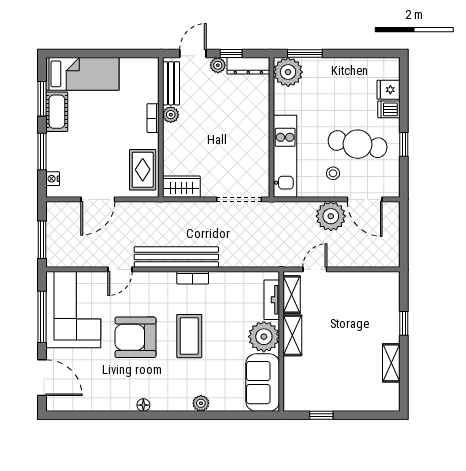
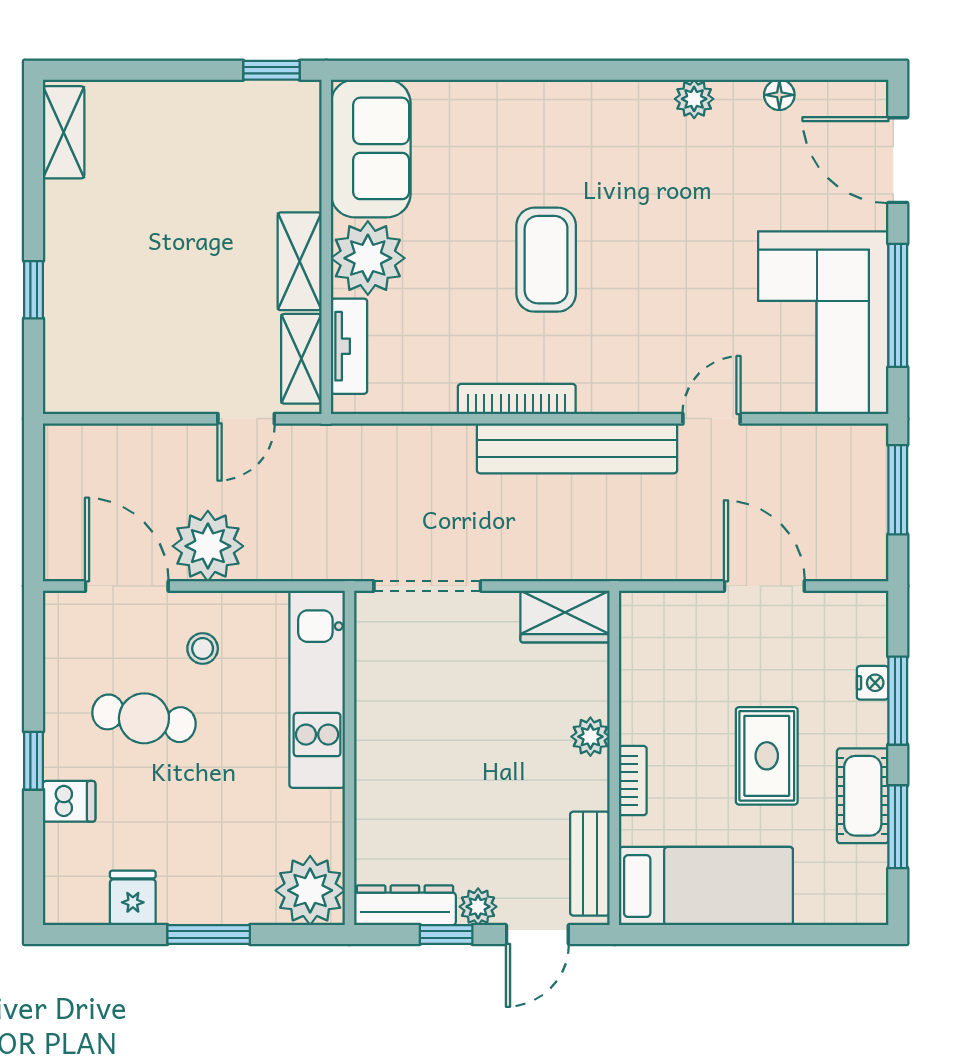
window: (305, 54) -> (209, 935), moved
bed: (82, 74) -> (706, 886), moved, turned 180
fridge: (388, 90) -> (133, 898), moved, turned -90
plant: (171, 115) -> (590, 737), moved
cafe table: (358, 144) -> (144, 718), width x0.73, depth x0.74
window: (404, 144) -> (34, 761), moved
rug: (143, 170) -> (767, 756), moved
nightstand: (53, 179) -> (873, 683), moved
door: (98, 199) -> (764, 586), hinge flipped
bookcase: (193, 278) -> (517, 399), width x1.56
armchair: (135, 337) -> (675, 257), removed
shelving: (391, 363) -> (64, 132), moved
plant: (201, 403) -> (694, 99), moved
floor lamp: (143, 405) -> (779, 95), moved
window: (321, 415) -> (271, 70), moved

